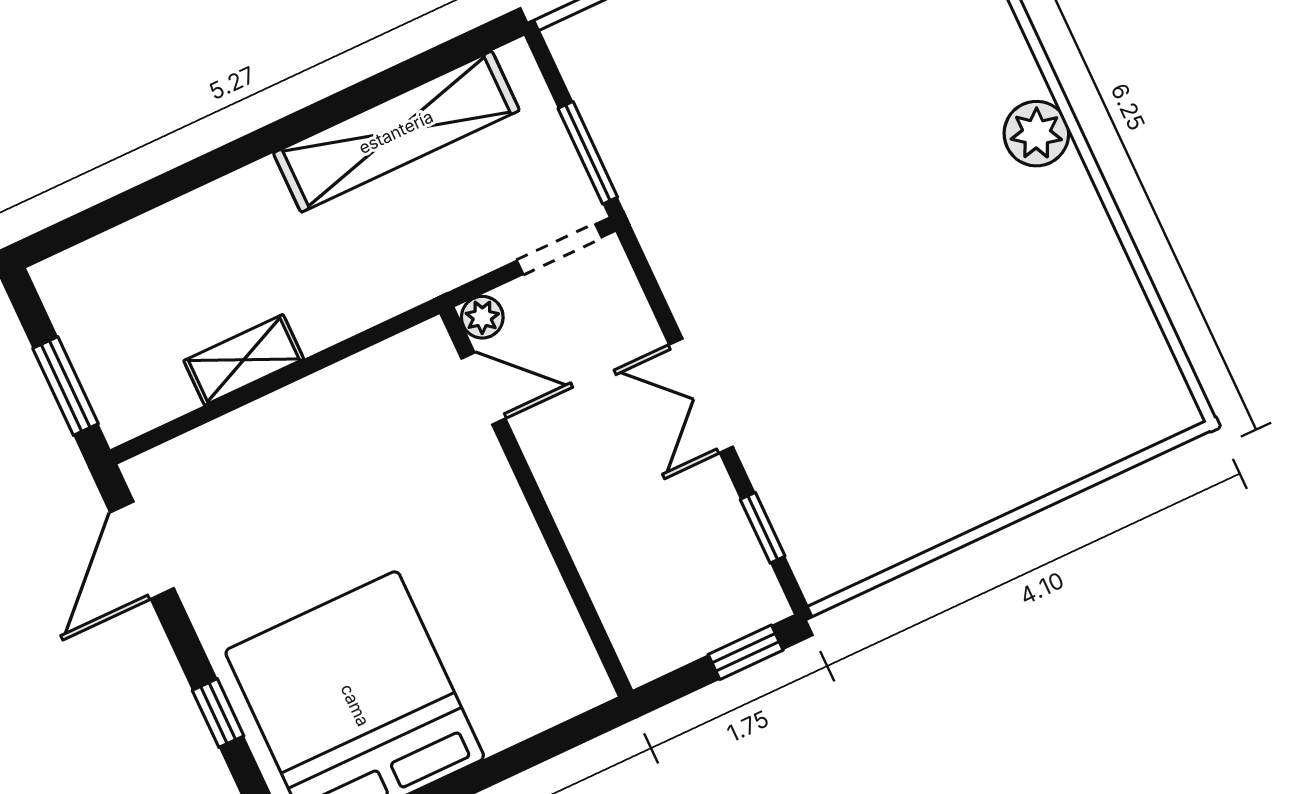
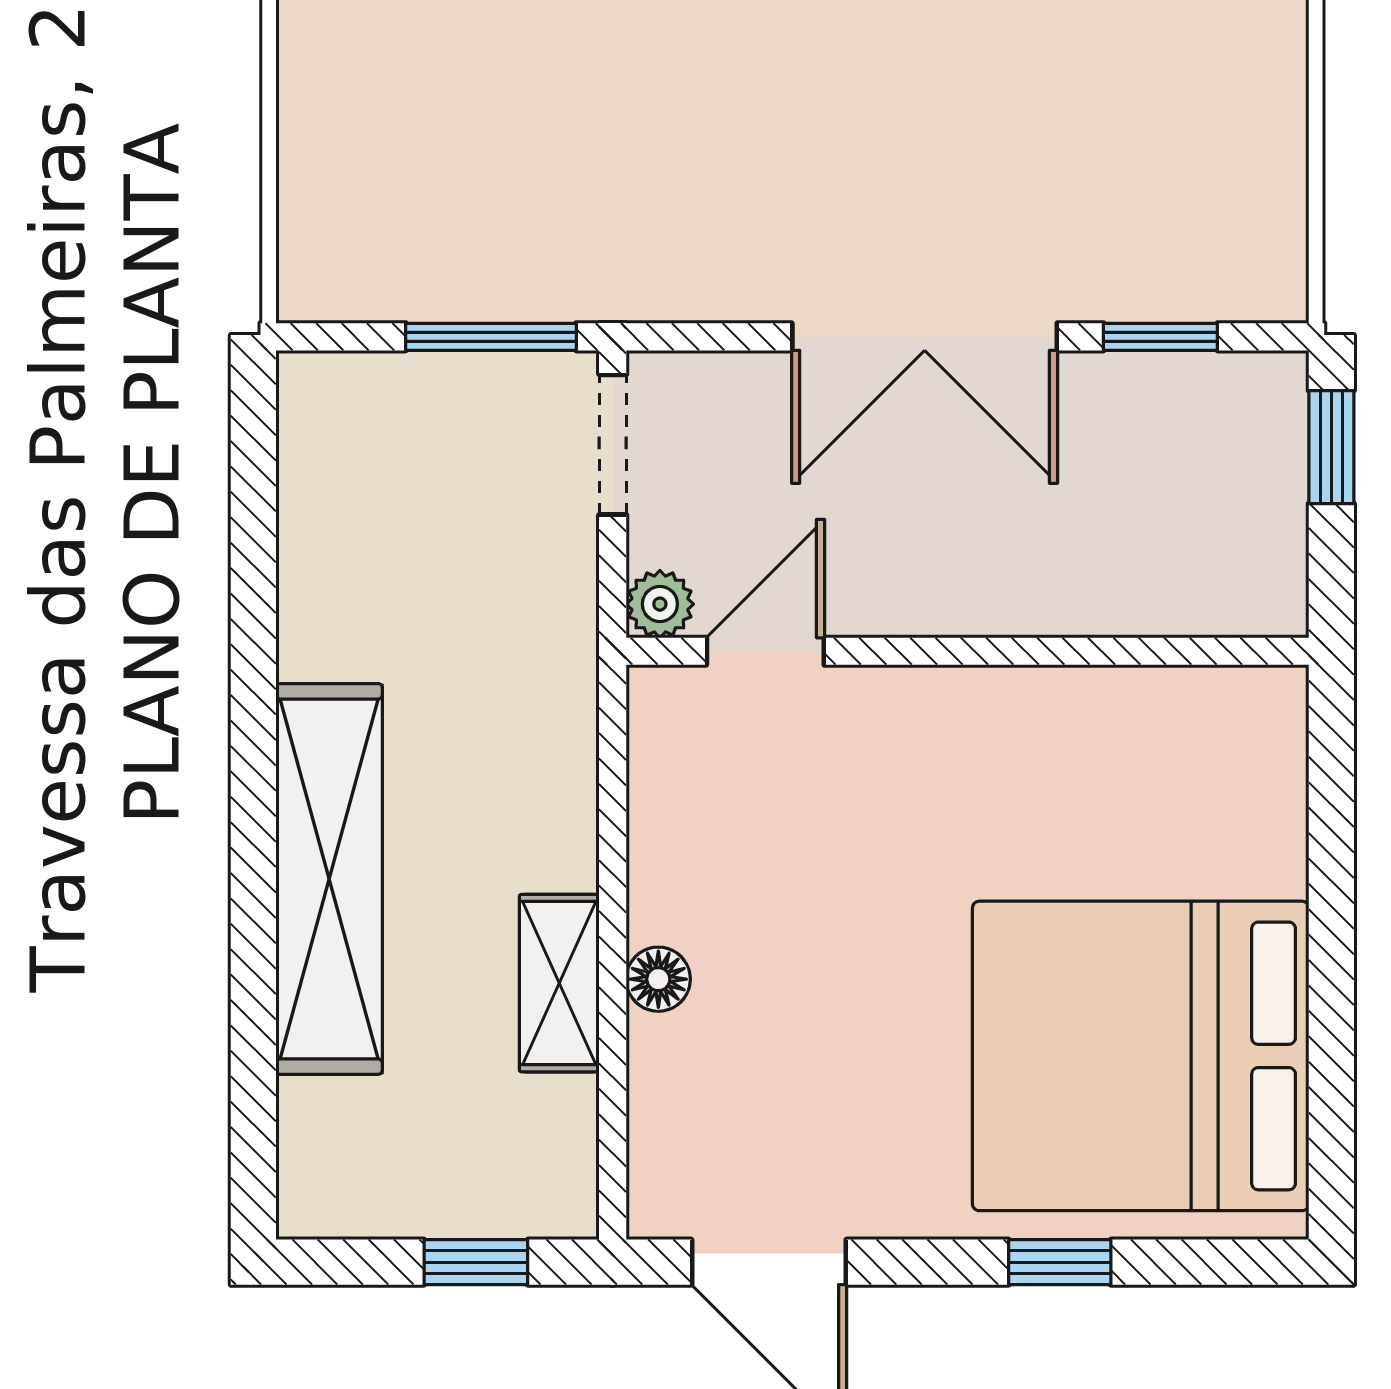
shelving: (396, 132) -> (329, 879), moved
window: (66, 386) -> (476, 1262), width x0.67
double door: (701, 396) -> (925, 337), width x1.37
floor lamp: (272, 414) -> (658, 979), added

